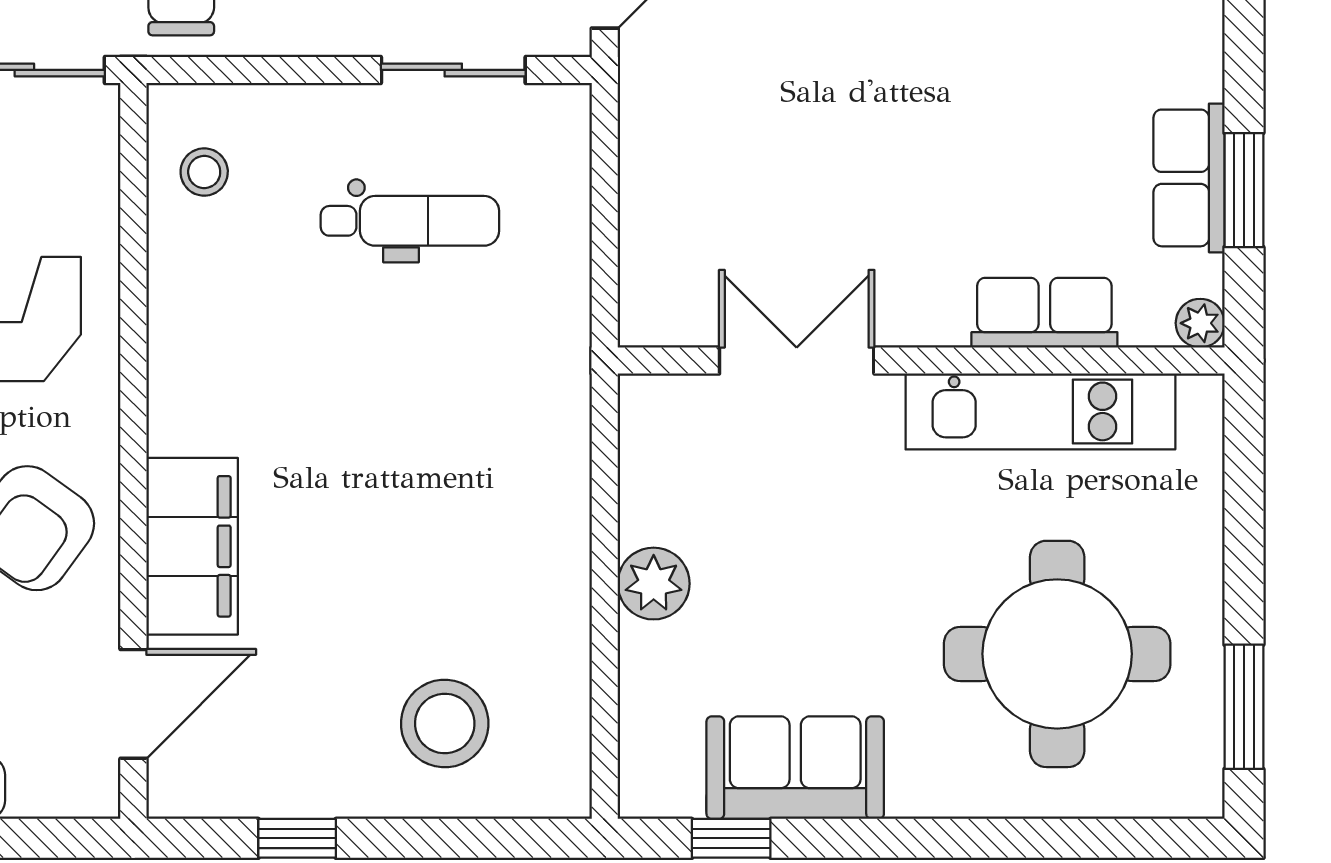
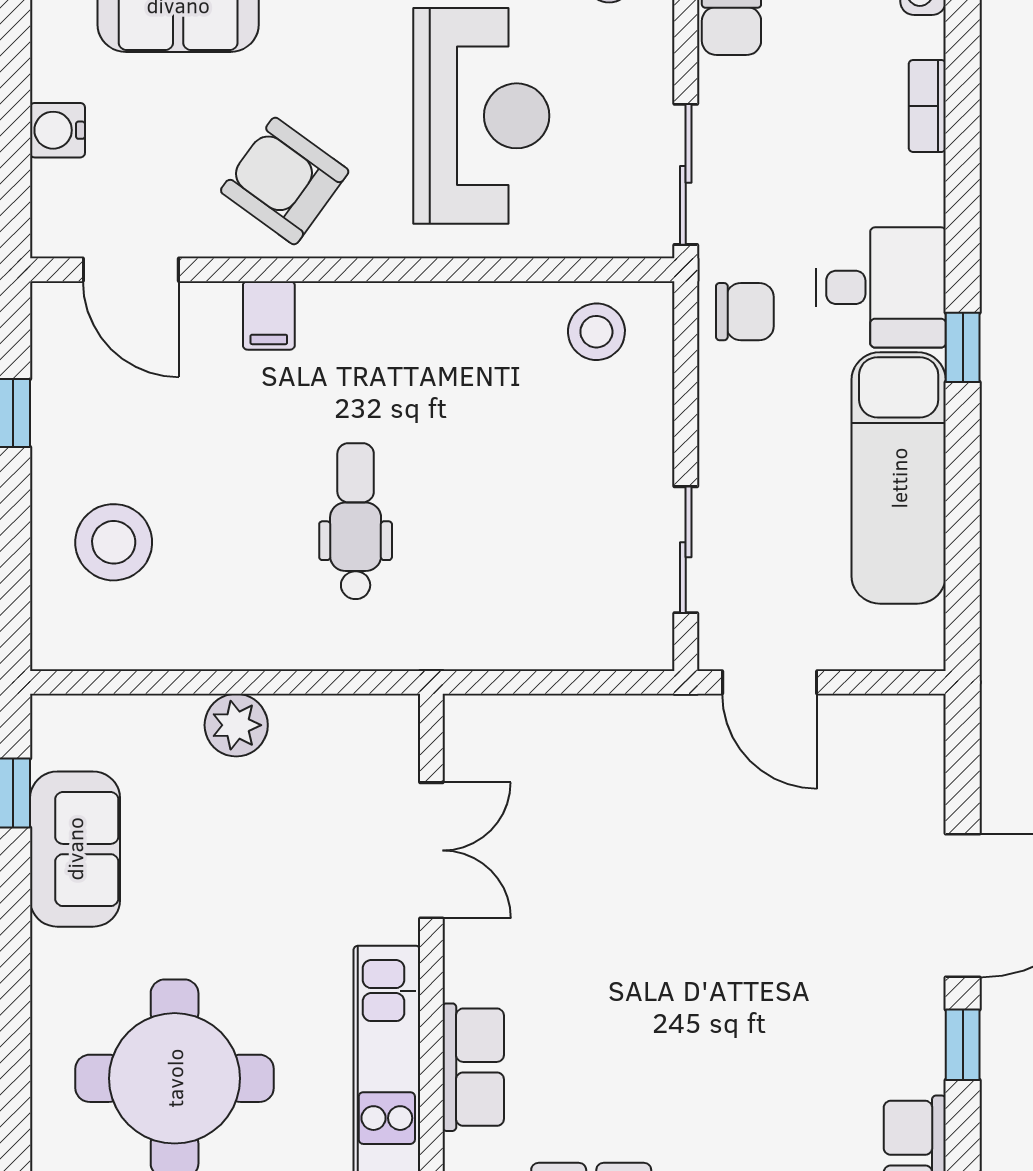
stool: (204, 172) -> (596, 332), width x1.37, depth x1.37
dental chair: (410, 221) -> (356, 521), moved, turned 180
filing cabinet: (192, 546) -> (269, 315), width x0.33, depth x0.86

